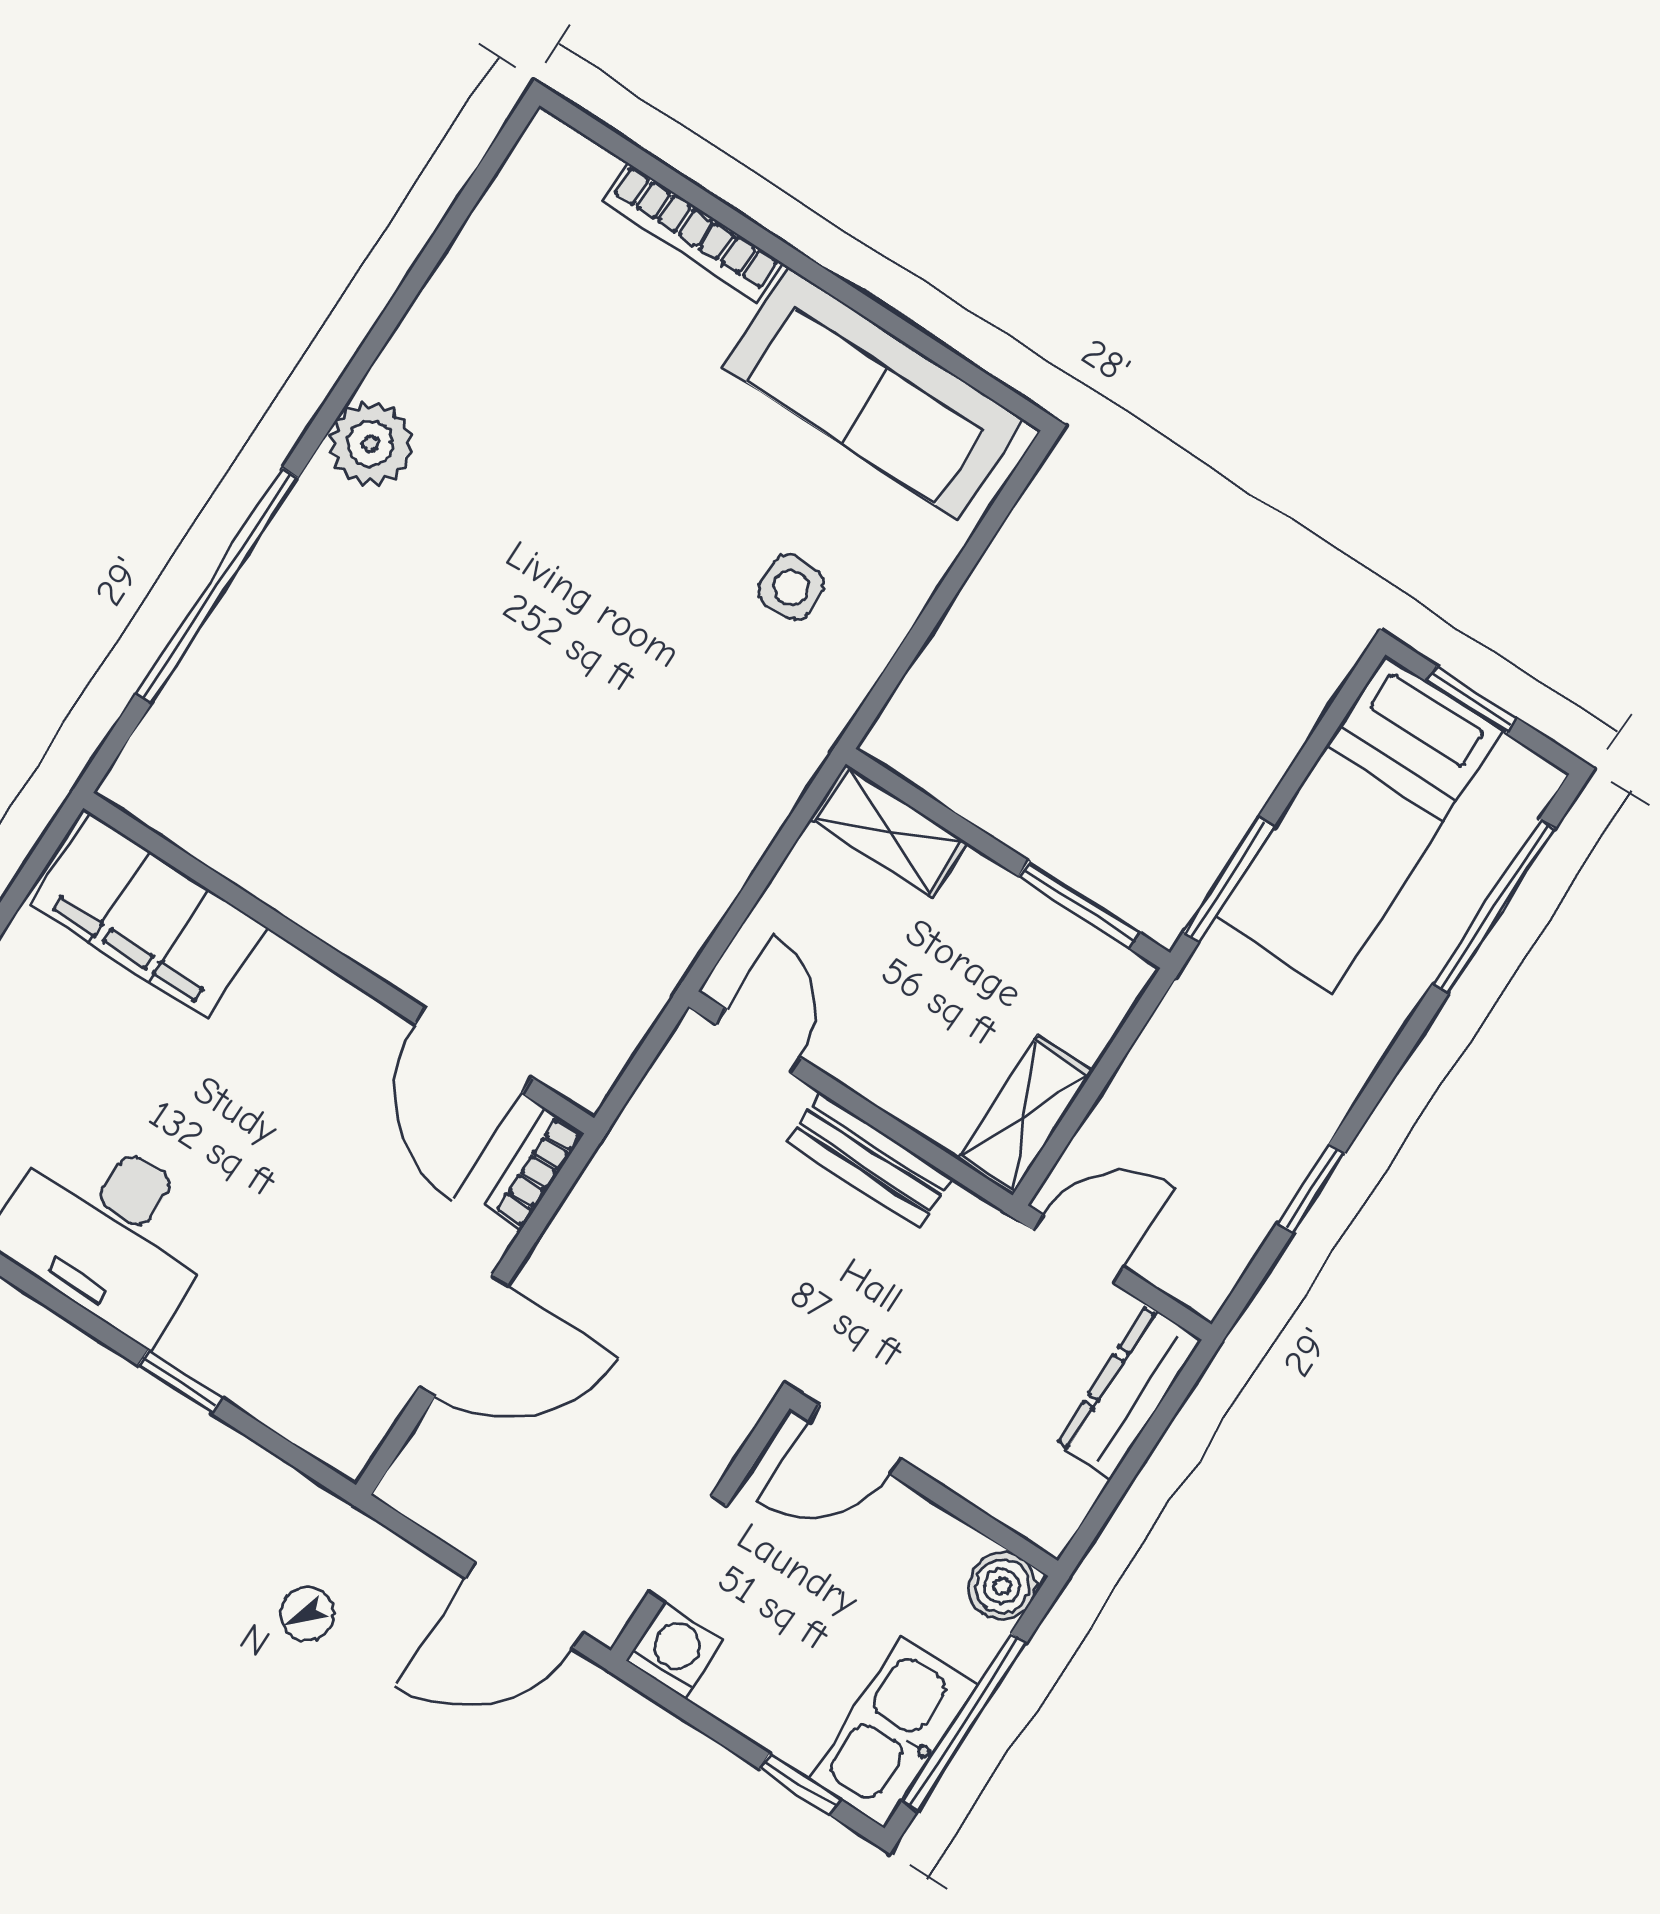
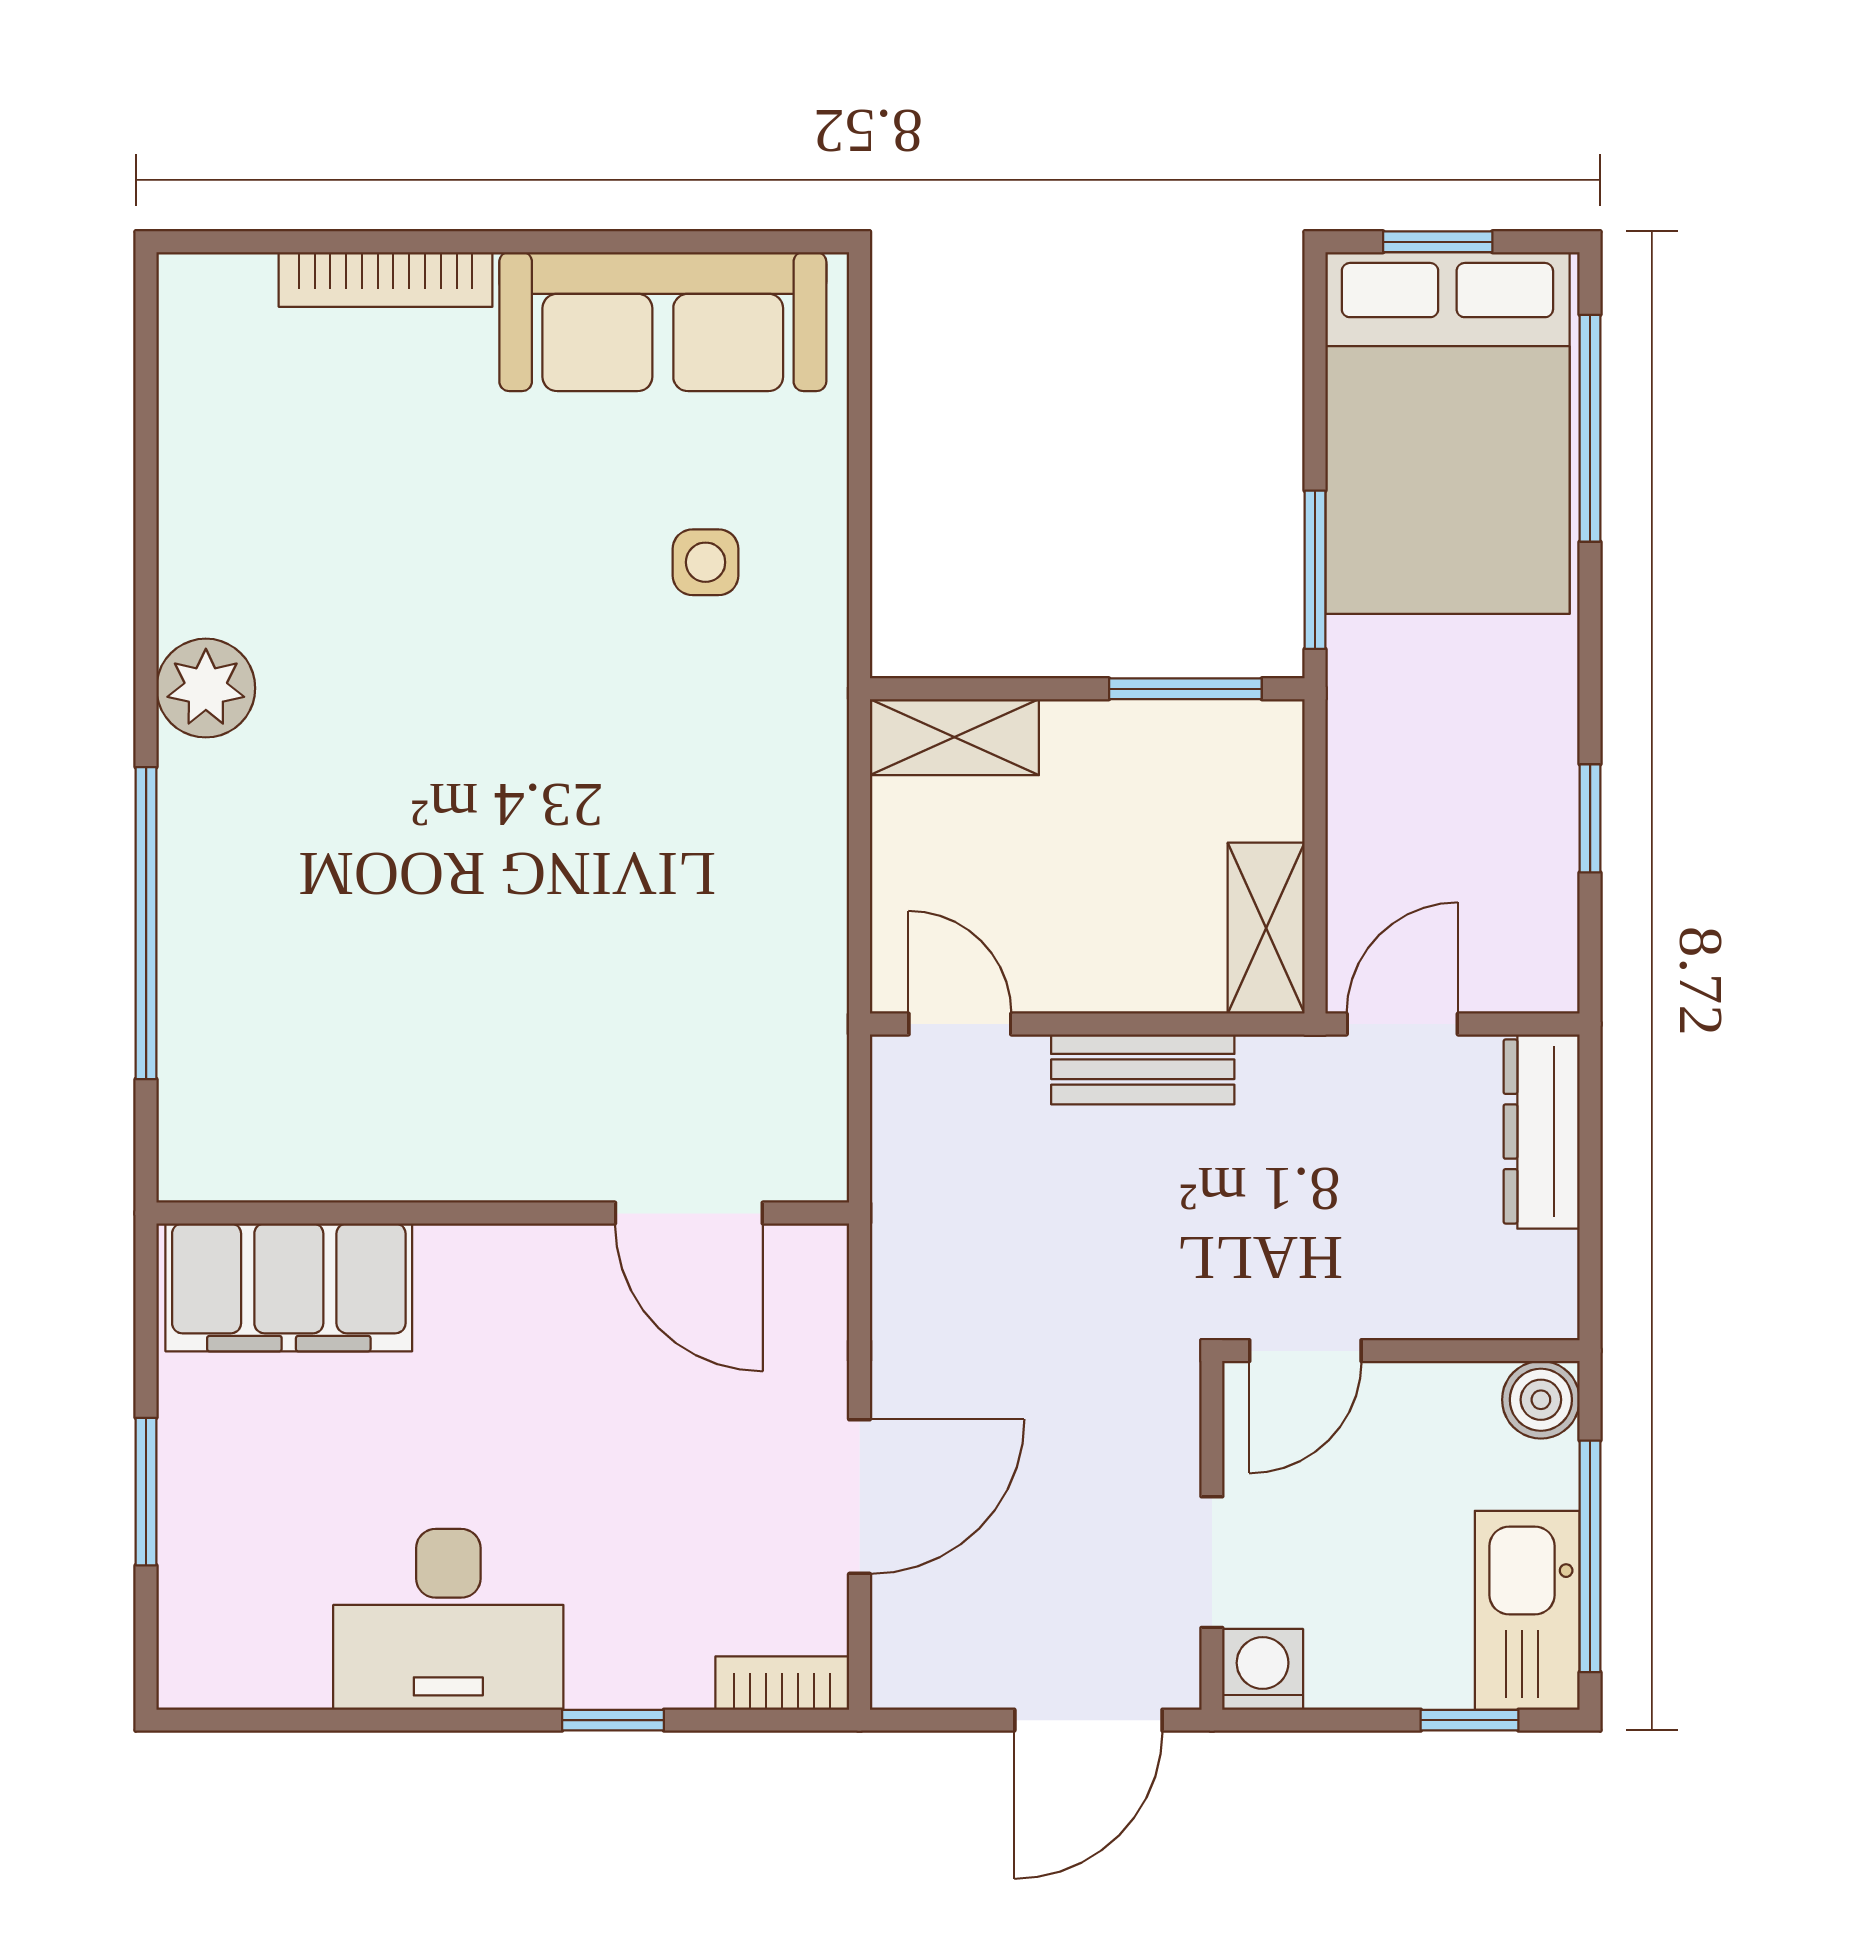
bed: (1359, 823) -> (1447, 433), width x1.50
bookcase: (534, 1169) -> (782, 1683), moved, turned 90

